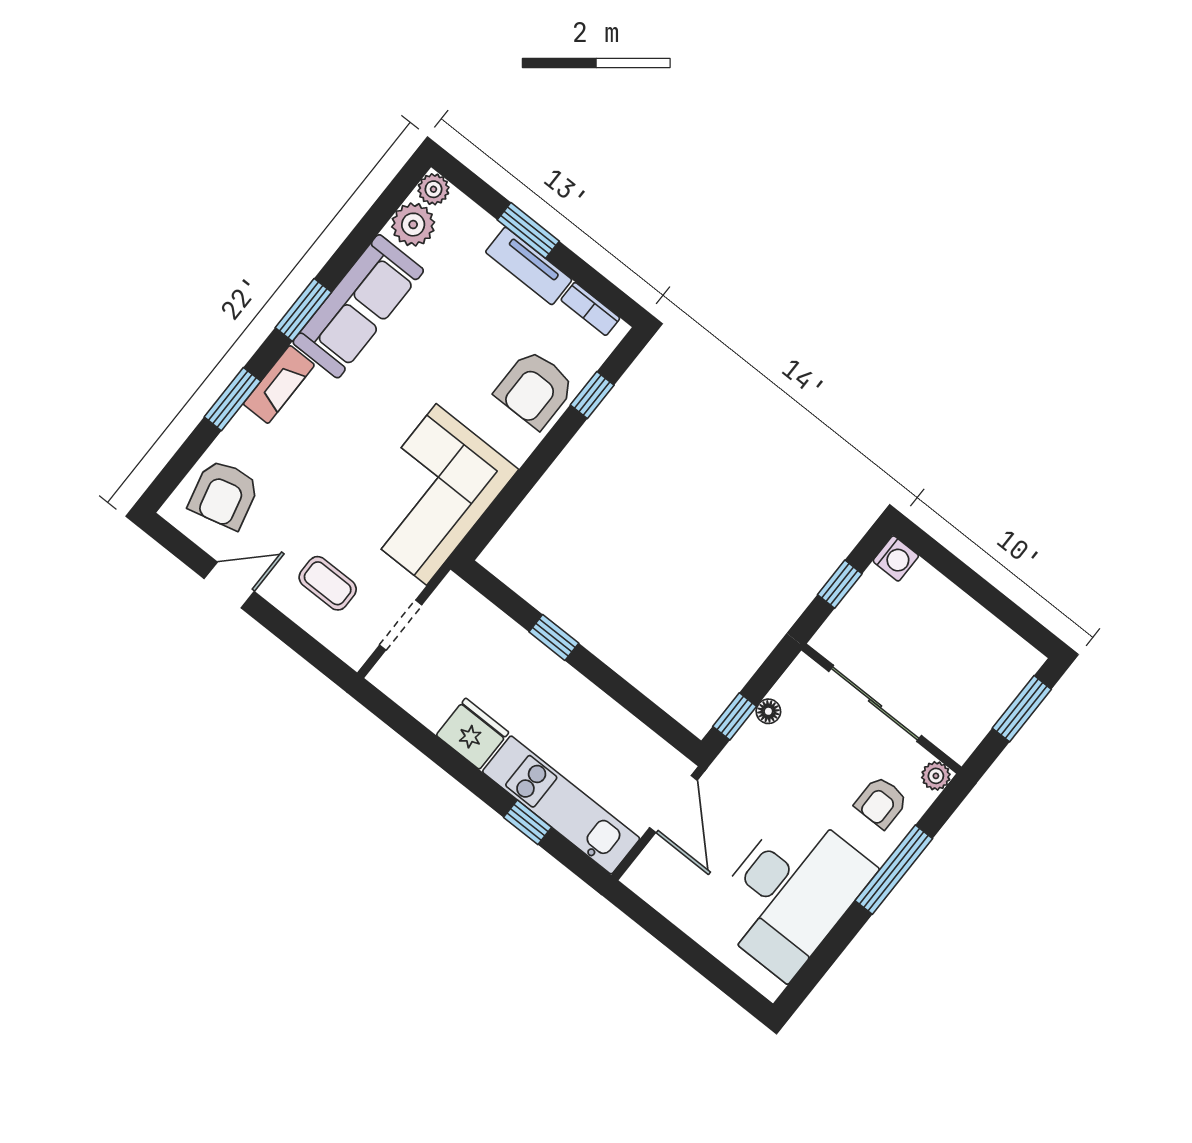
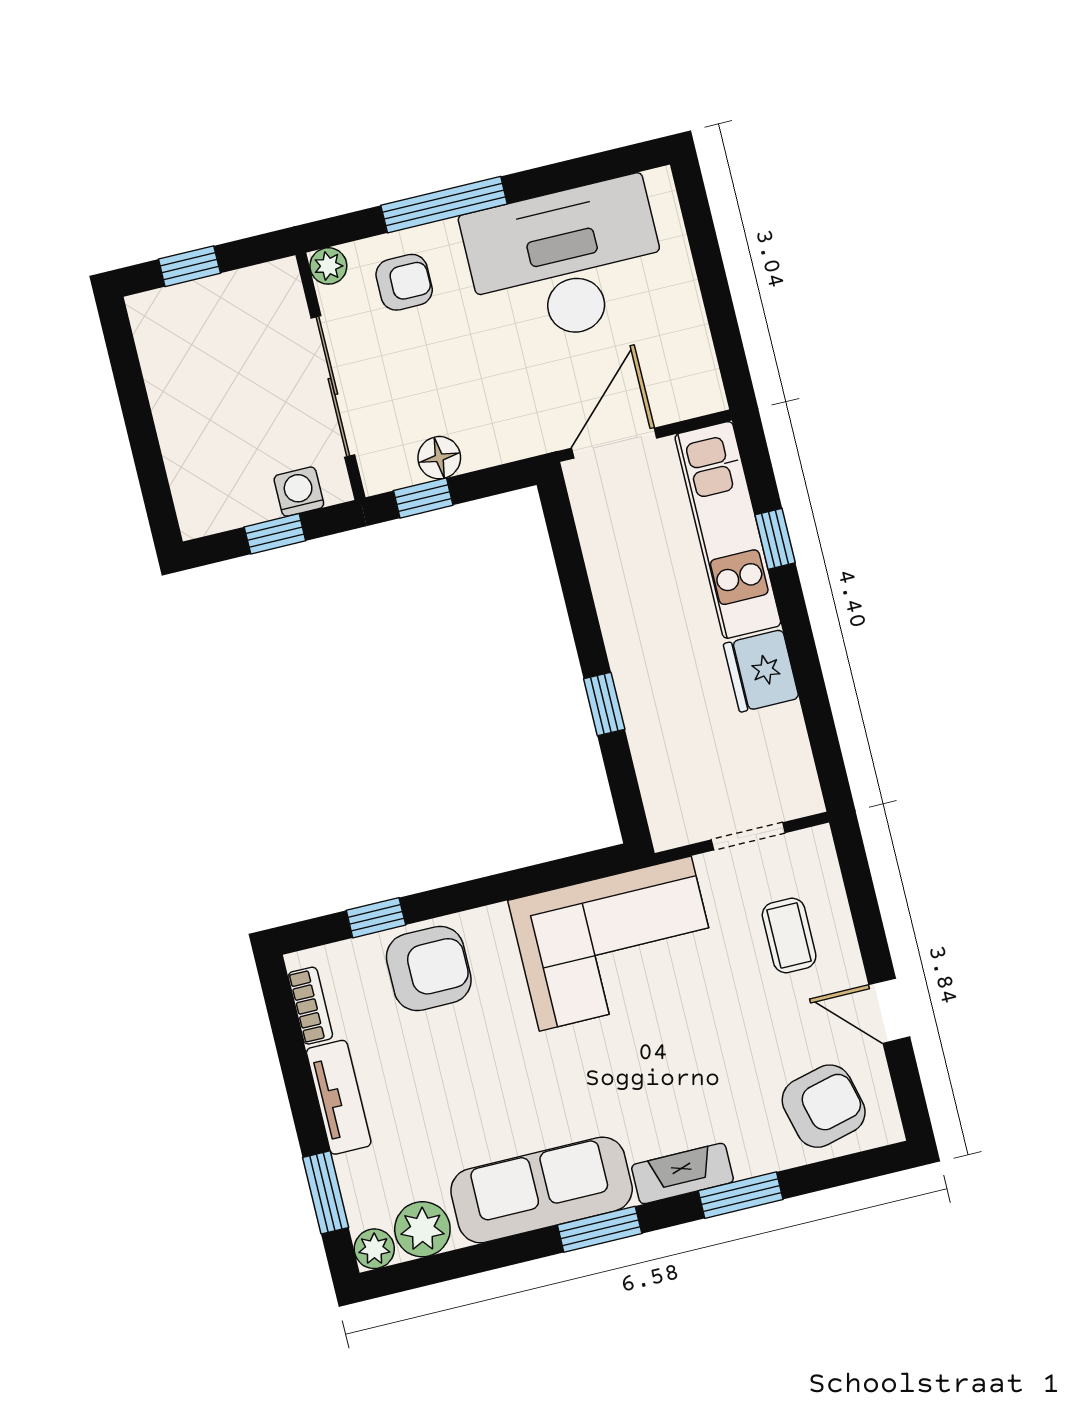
window: (528, 230) -> (326, 1192), moved
washing machine: (896, 558) -> (299, 492), moved
window: (1022, 709) -> (189, 266), width x0.67
floor lamp: (768, 711) -> (439, 458), width x1.37, depth x1.37
window: (735, 716) -> (423, 498), moved

